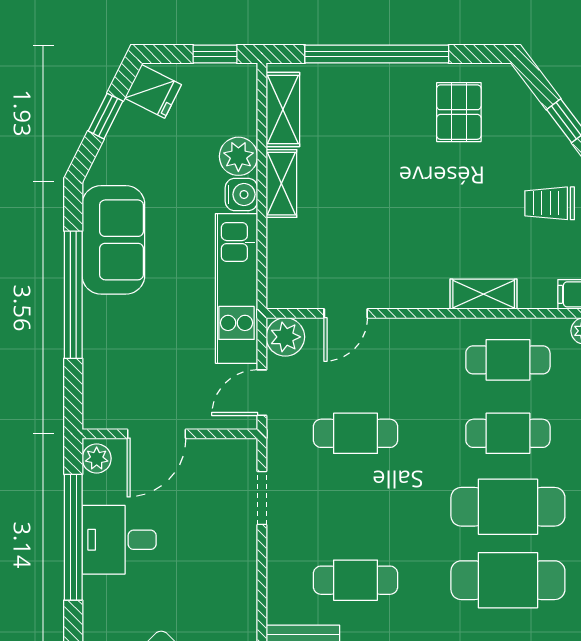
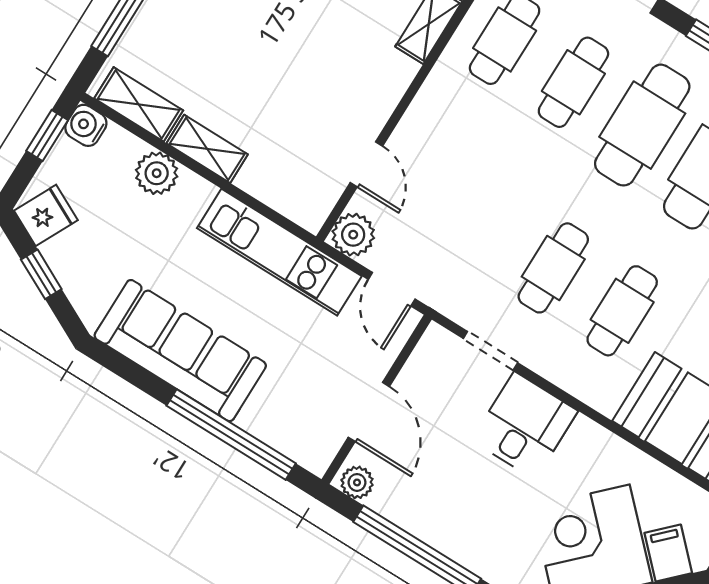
water cooler: (241, 194) -> (86, 125), moved, turned -90
sofa: (113, 240) -> (180, 351), width x1.36
window: (73, 295) -> (231, 434), moved
cafe table: (356, 433) -> (553, 268), moved
desk: (119, 540) -> (525, 426), moved, turned 180

